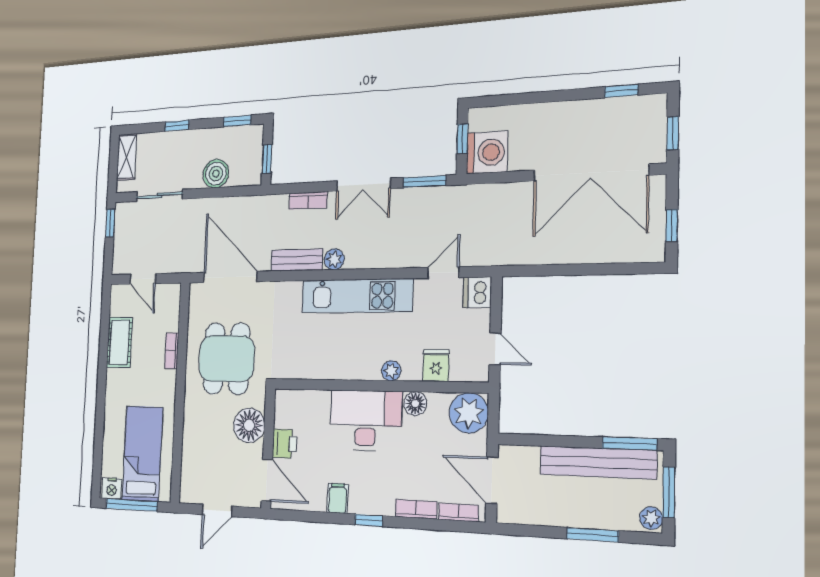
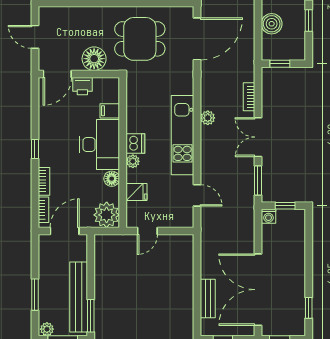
window: (237, 121) -> (309, 20), moved
washing machine: (487, 152) -> (269, 216), width x0.53, depth x0.53
bench: (297, 260) -> (208, 299), moved
dishwasher: (477, 292) -> (135, 143), moved, turned 90
filing cabinet: (338, 498) -> (110, 111), moved, turned 180

